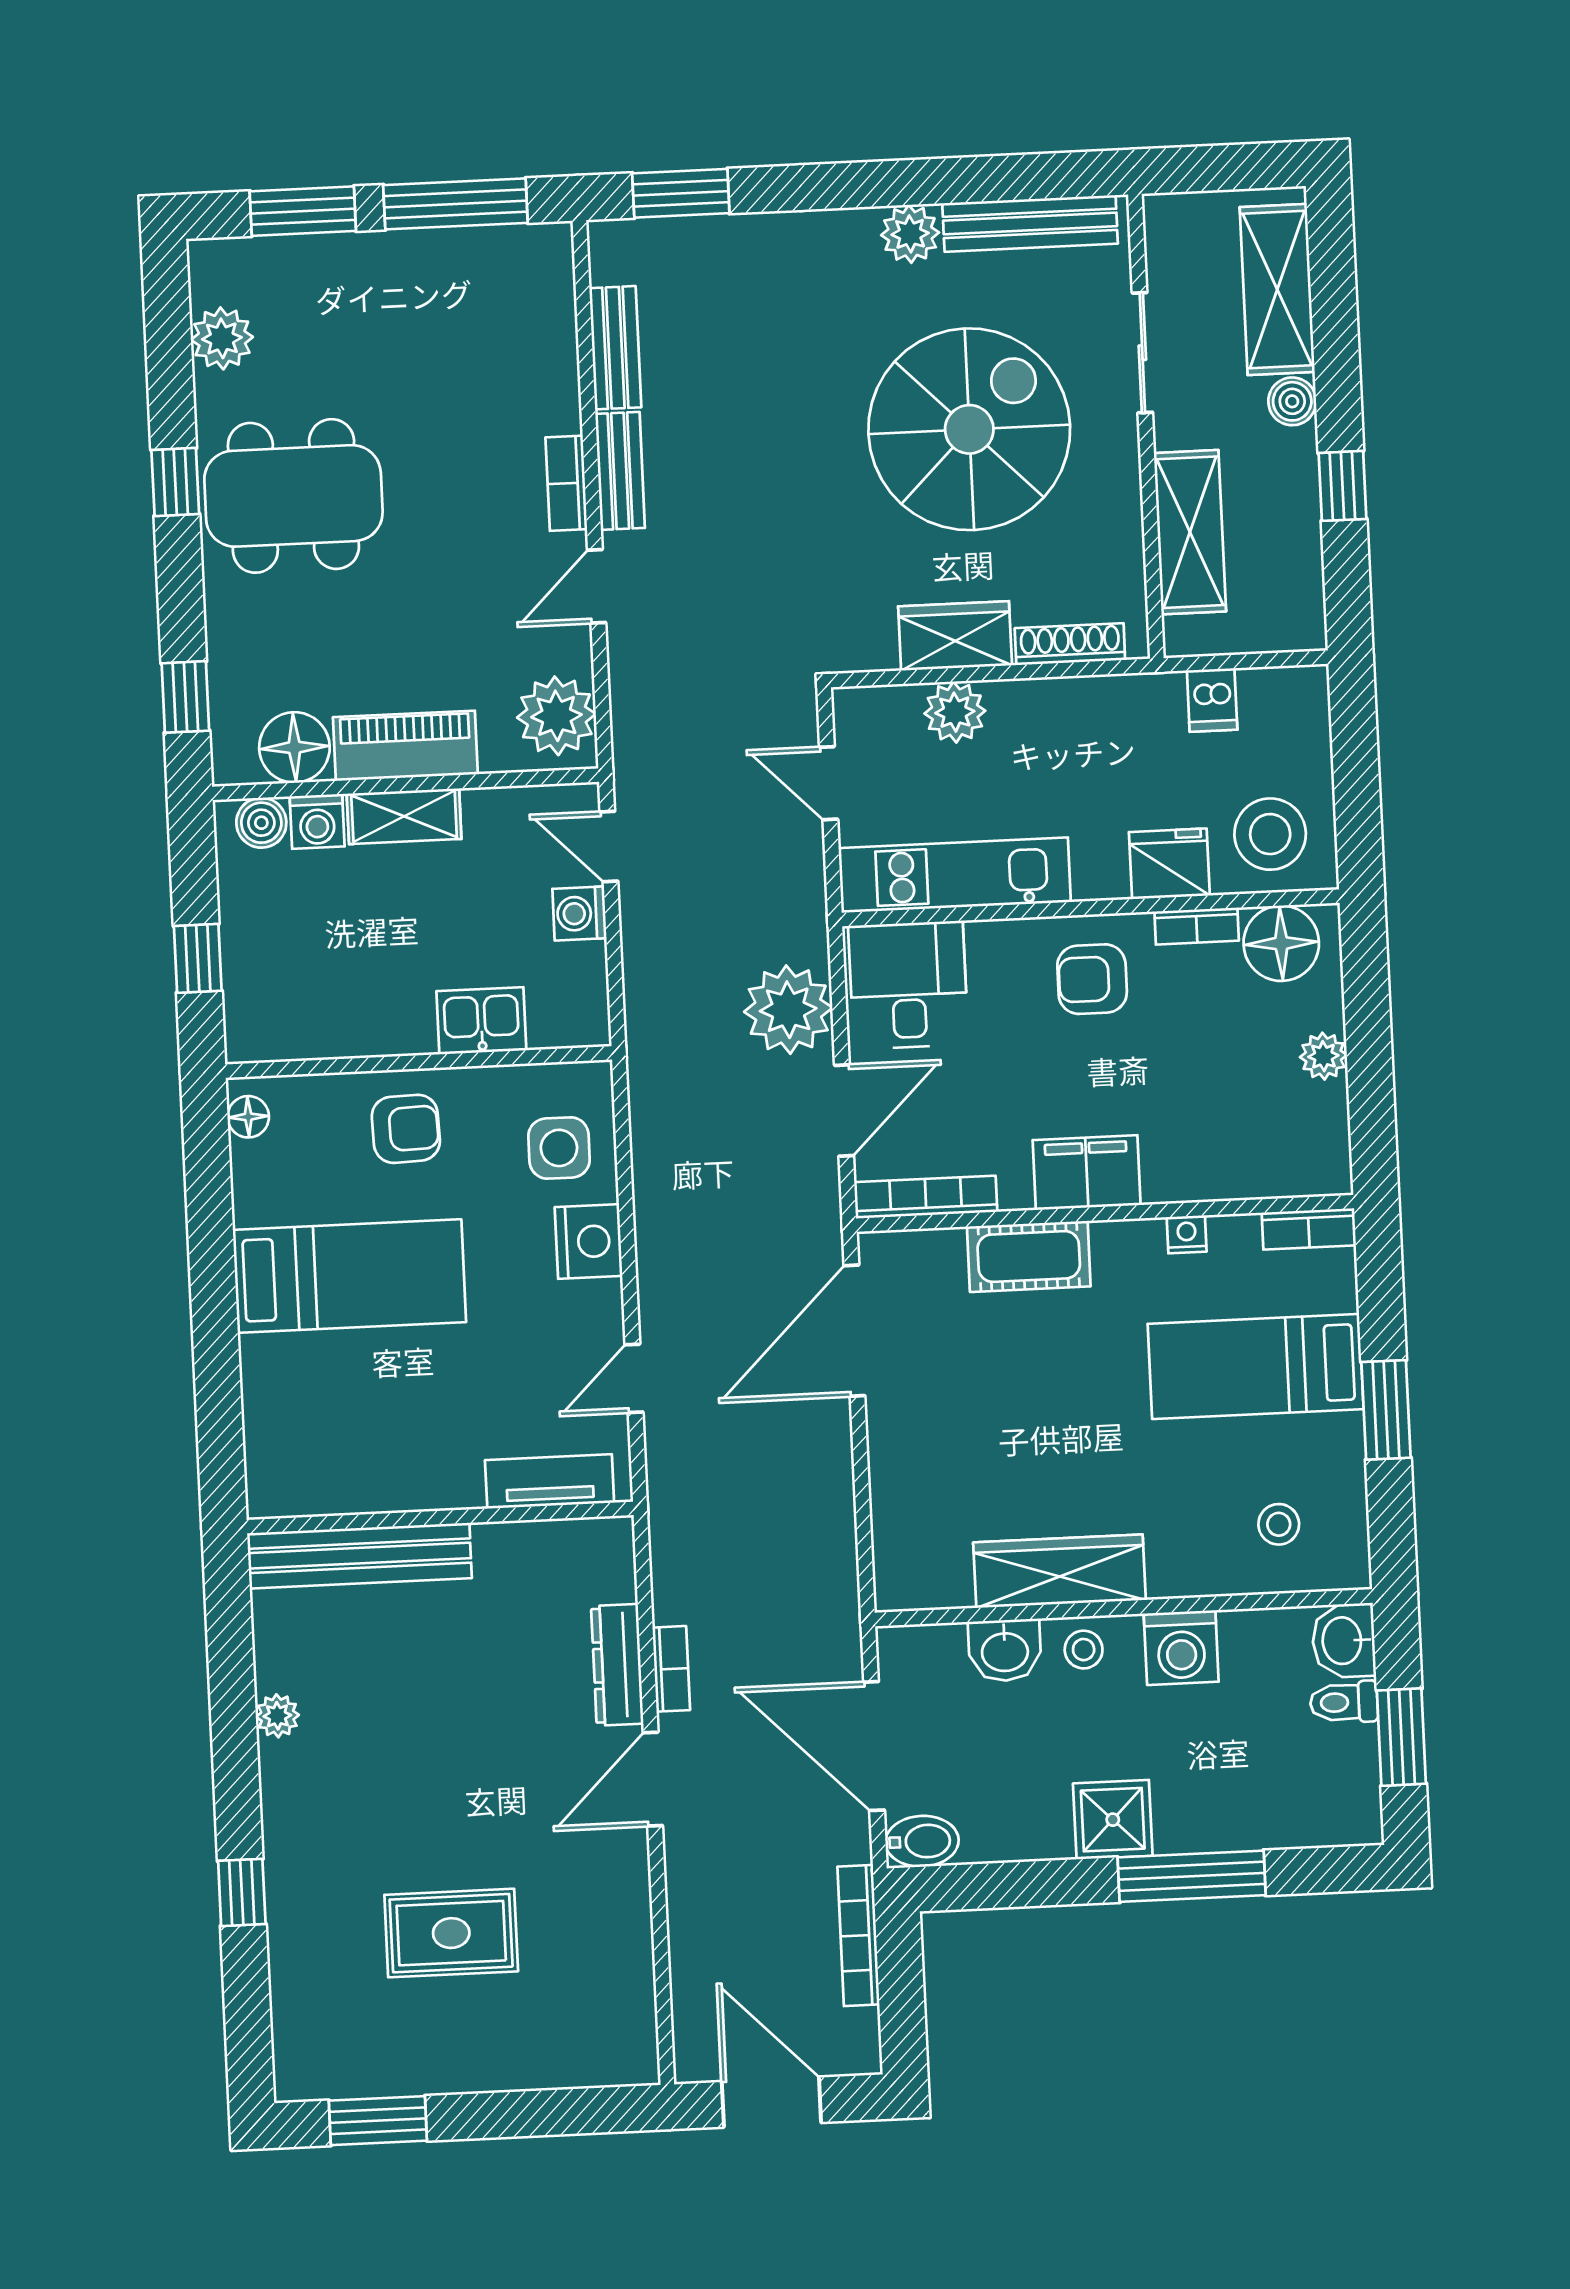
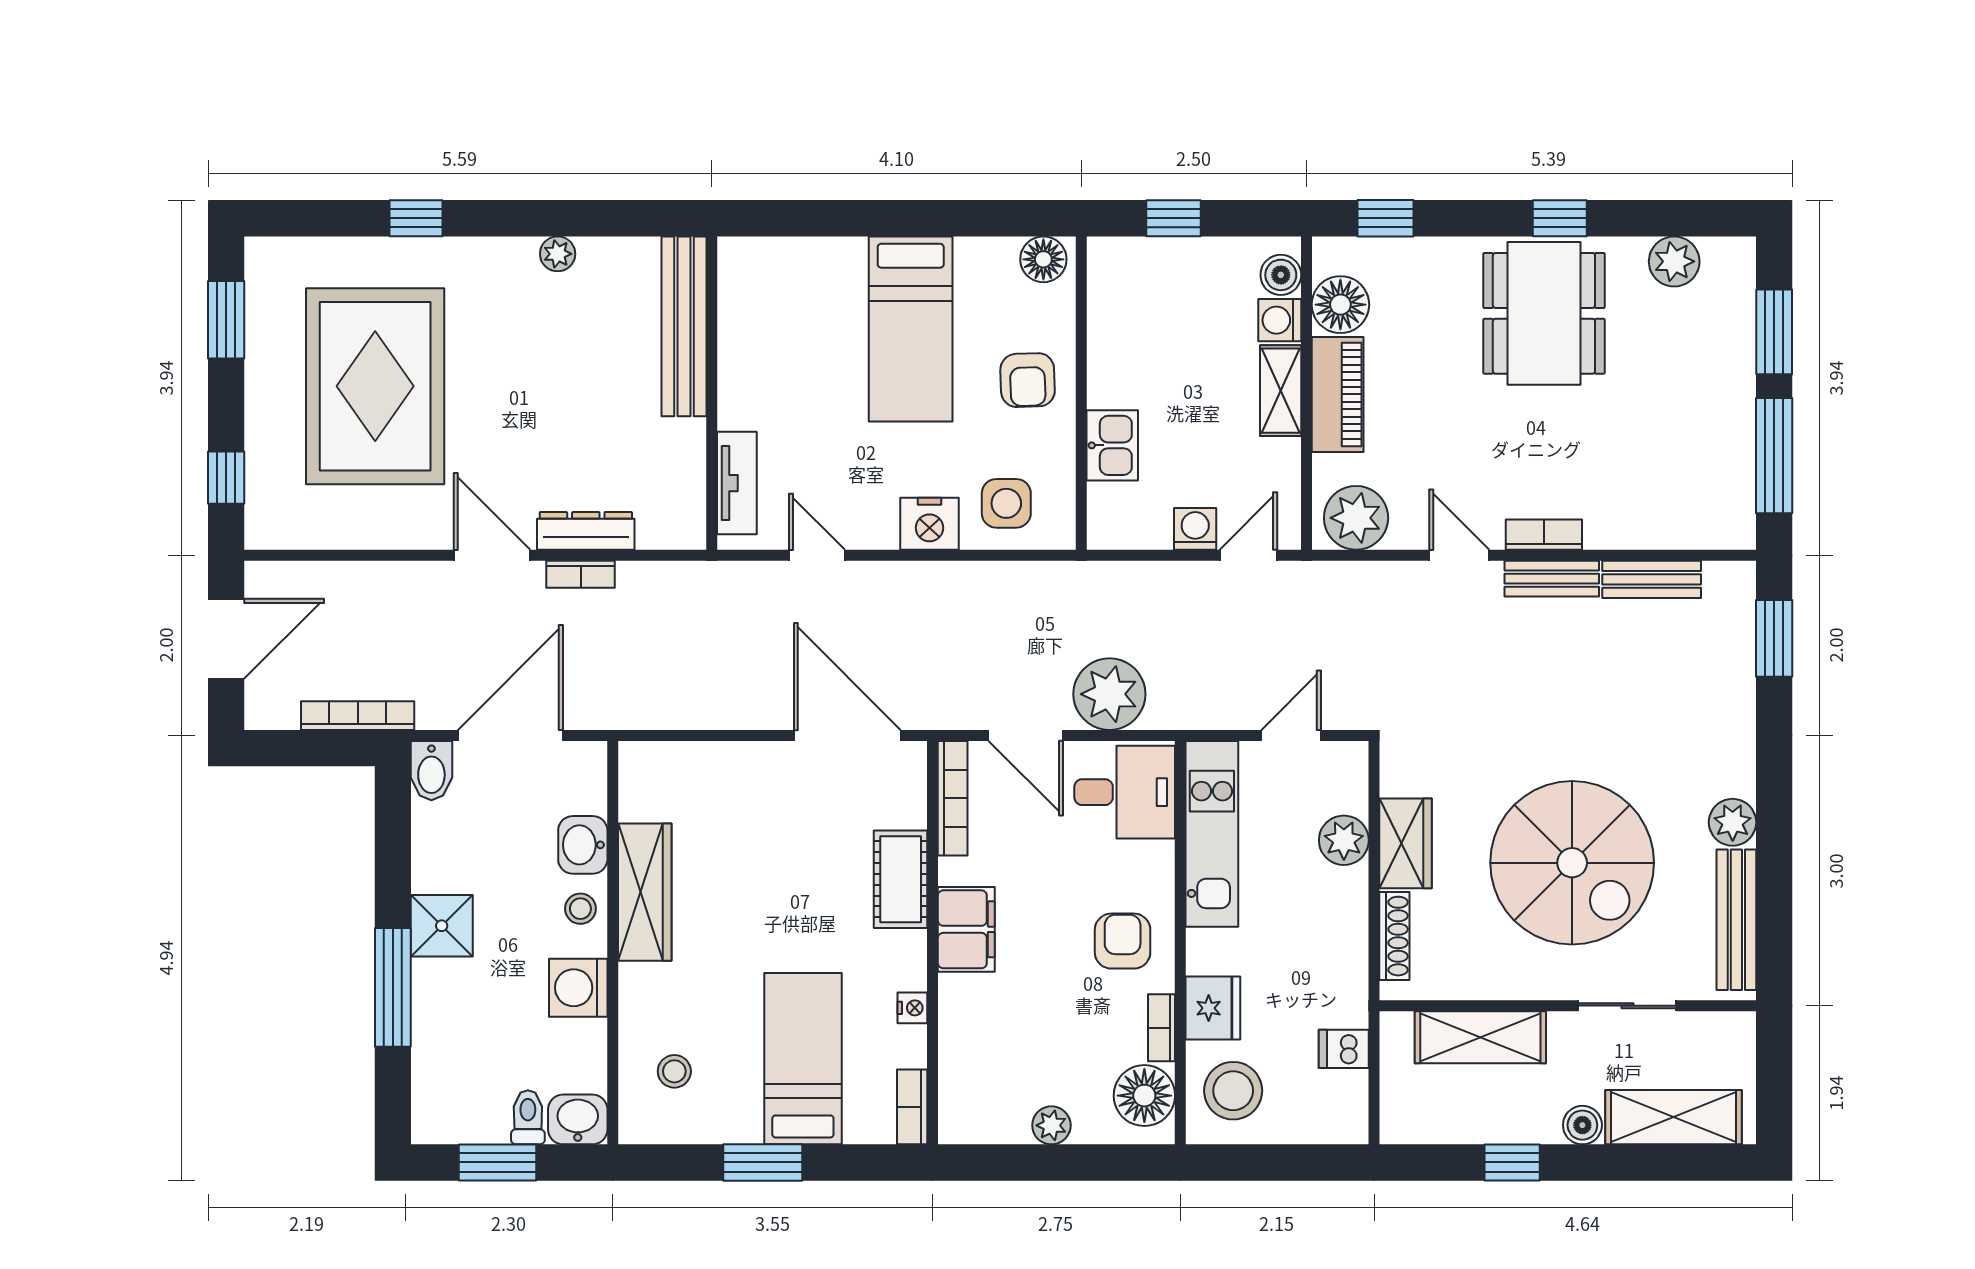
floor lamp: (248, 1117) -> (1043, 259), width x1.37, depth x1.37
rug: (451, 1933) -> (375, 386), width x1.86, depth x2.06
window: (573, 2111) -> (226, 478), added

